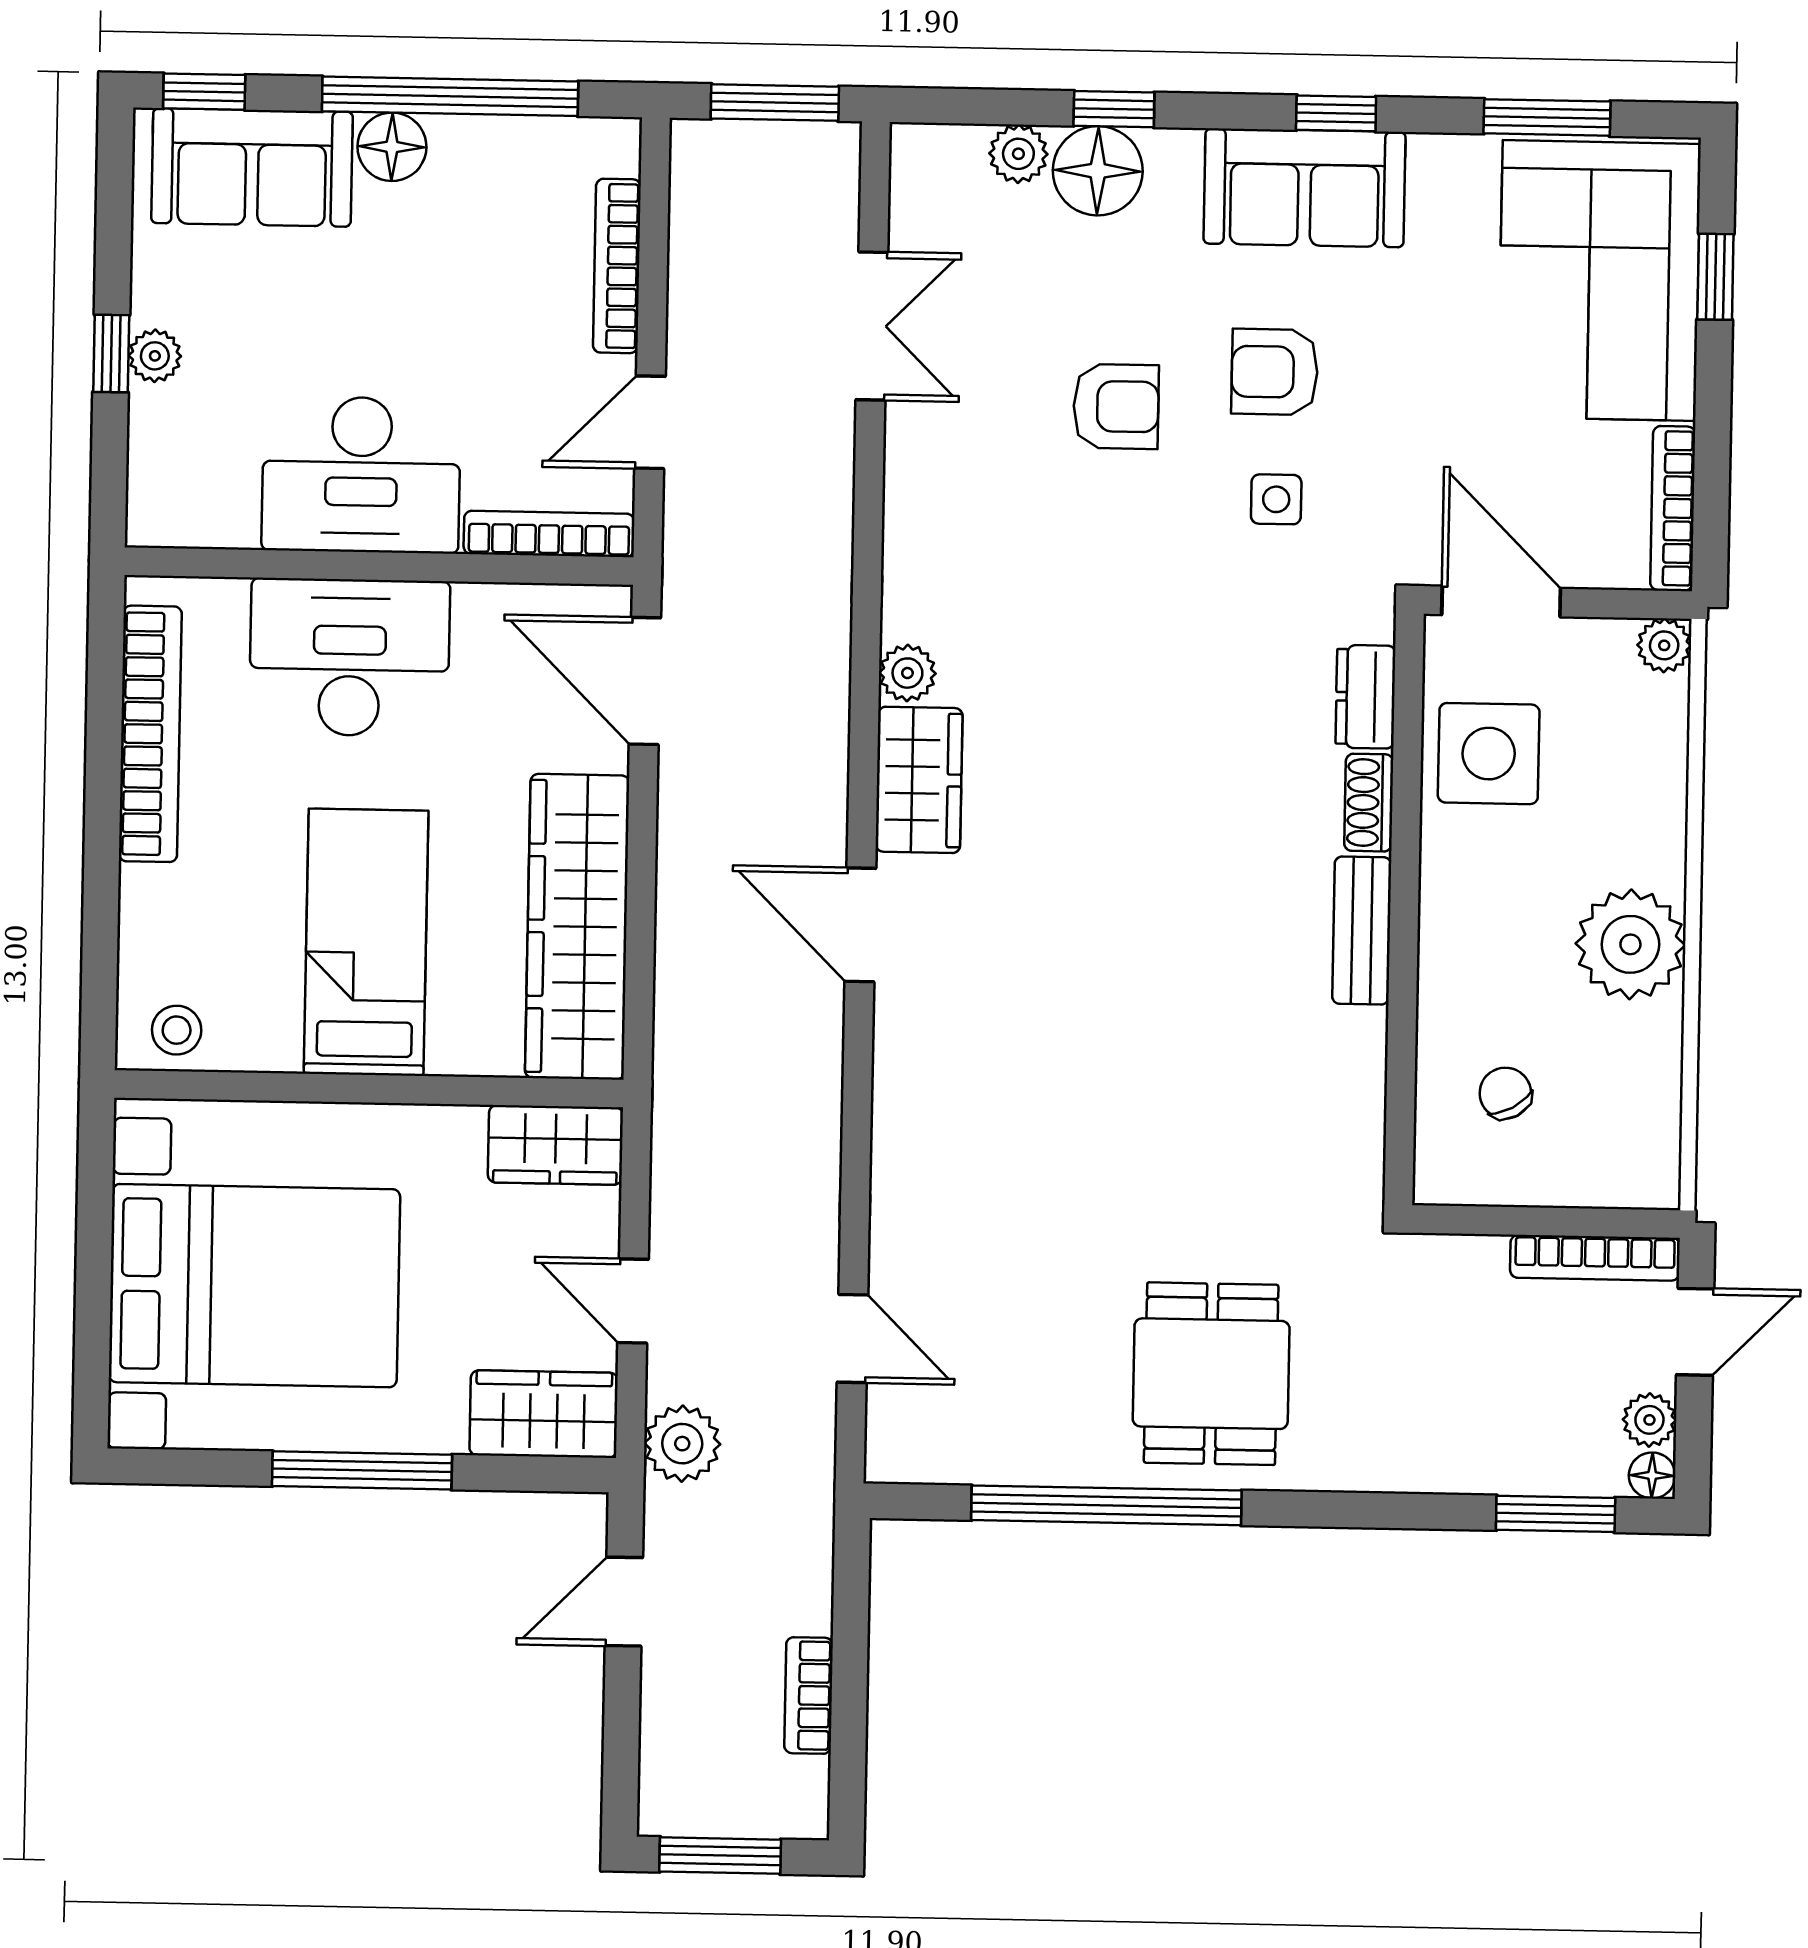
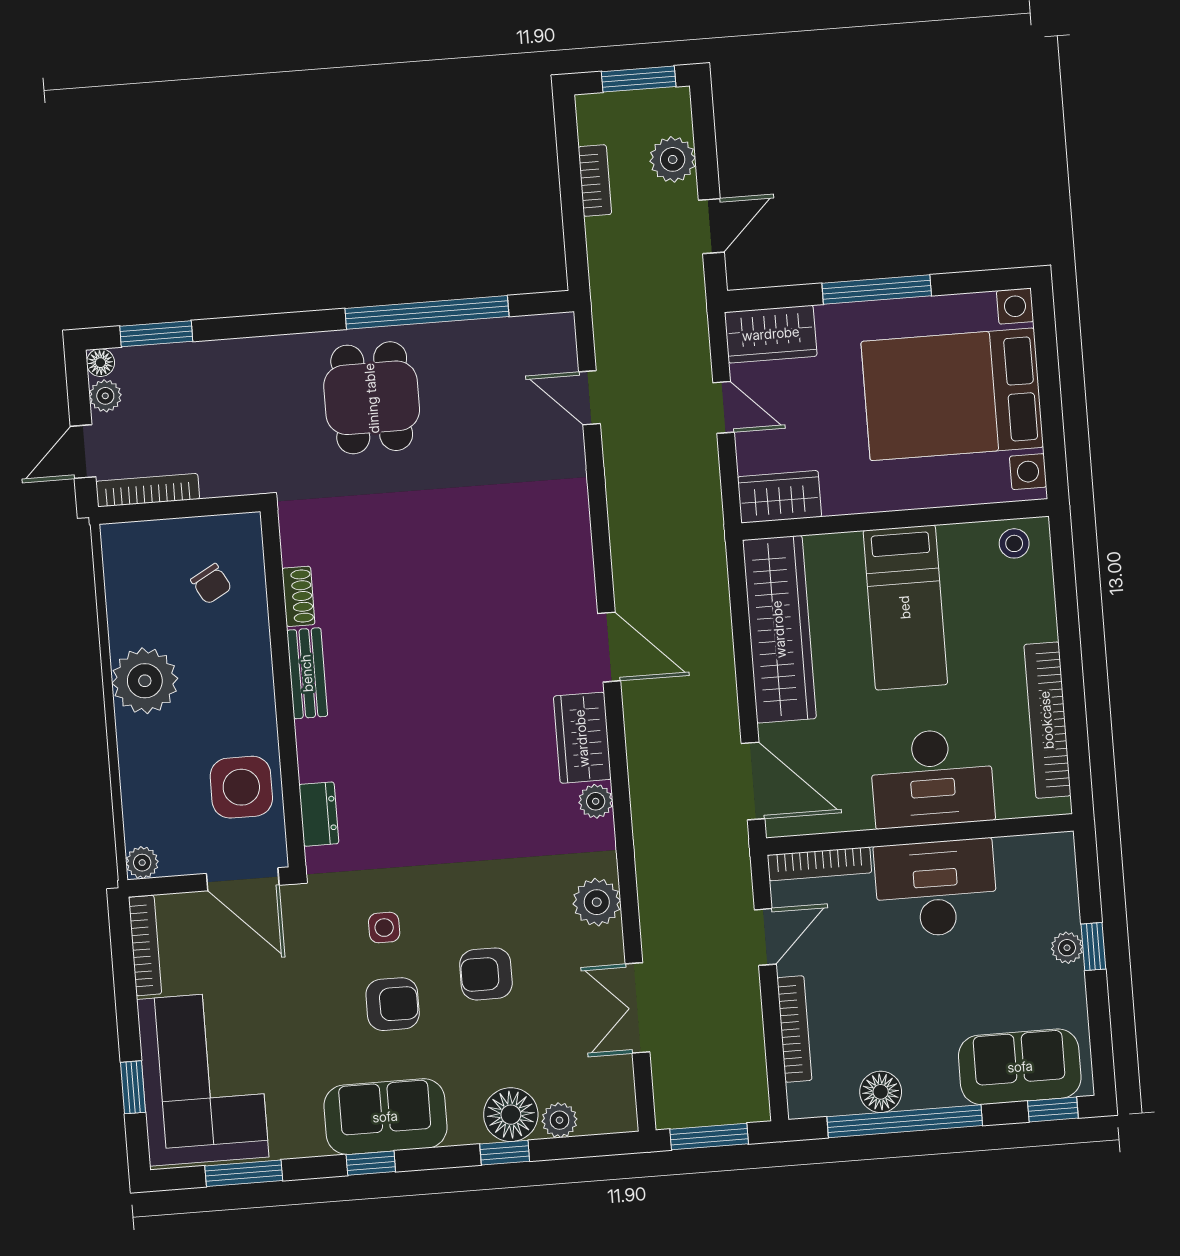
floor lamp: (392, 147) -> (881, 1092), moved
plant: (922, 507) -> (597, 902), added
shoe rack: (1369, 803) -> (298, 596), moved
plant: (682, 1444) -> (673, 159), moved

